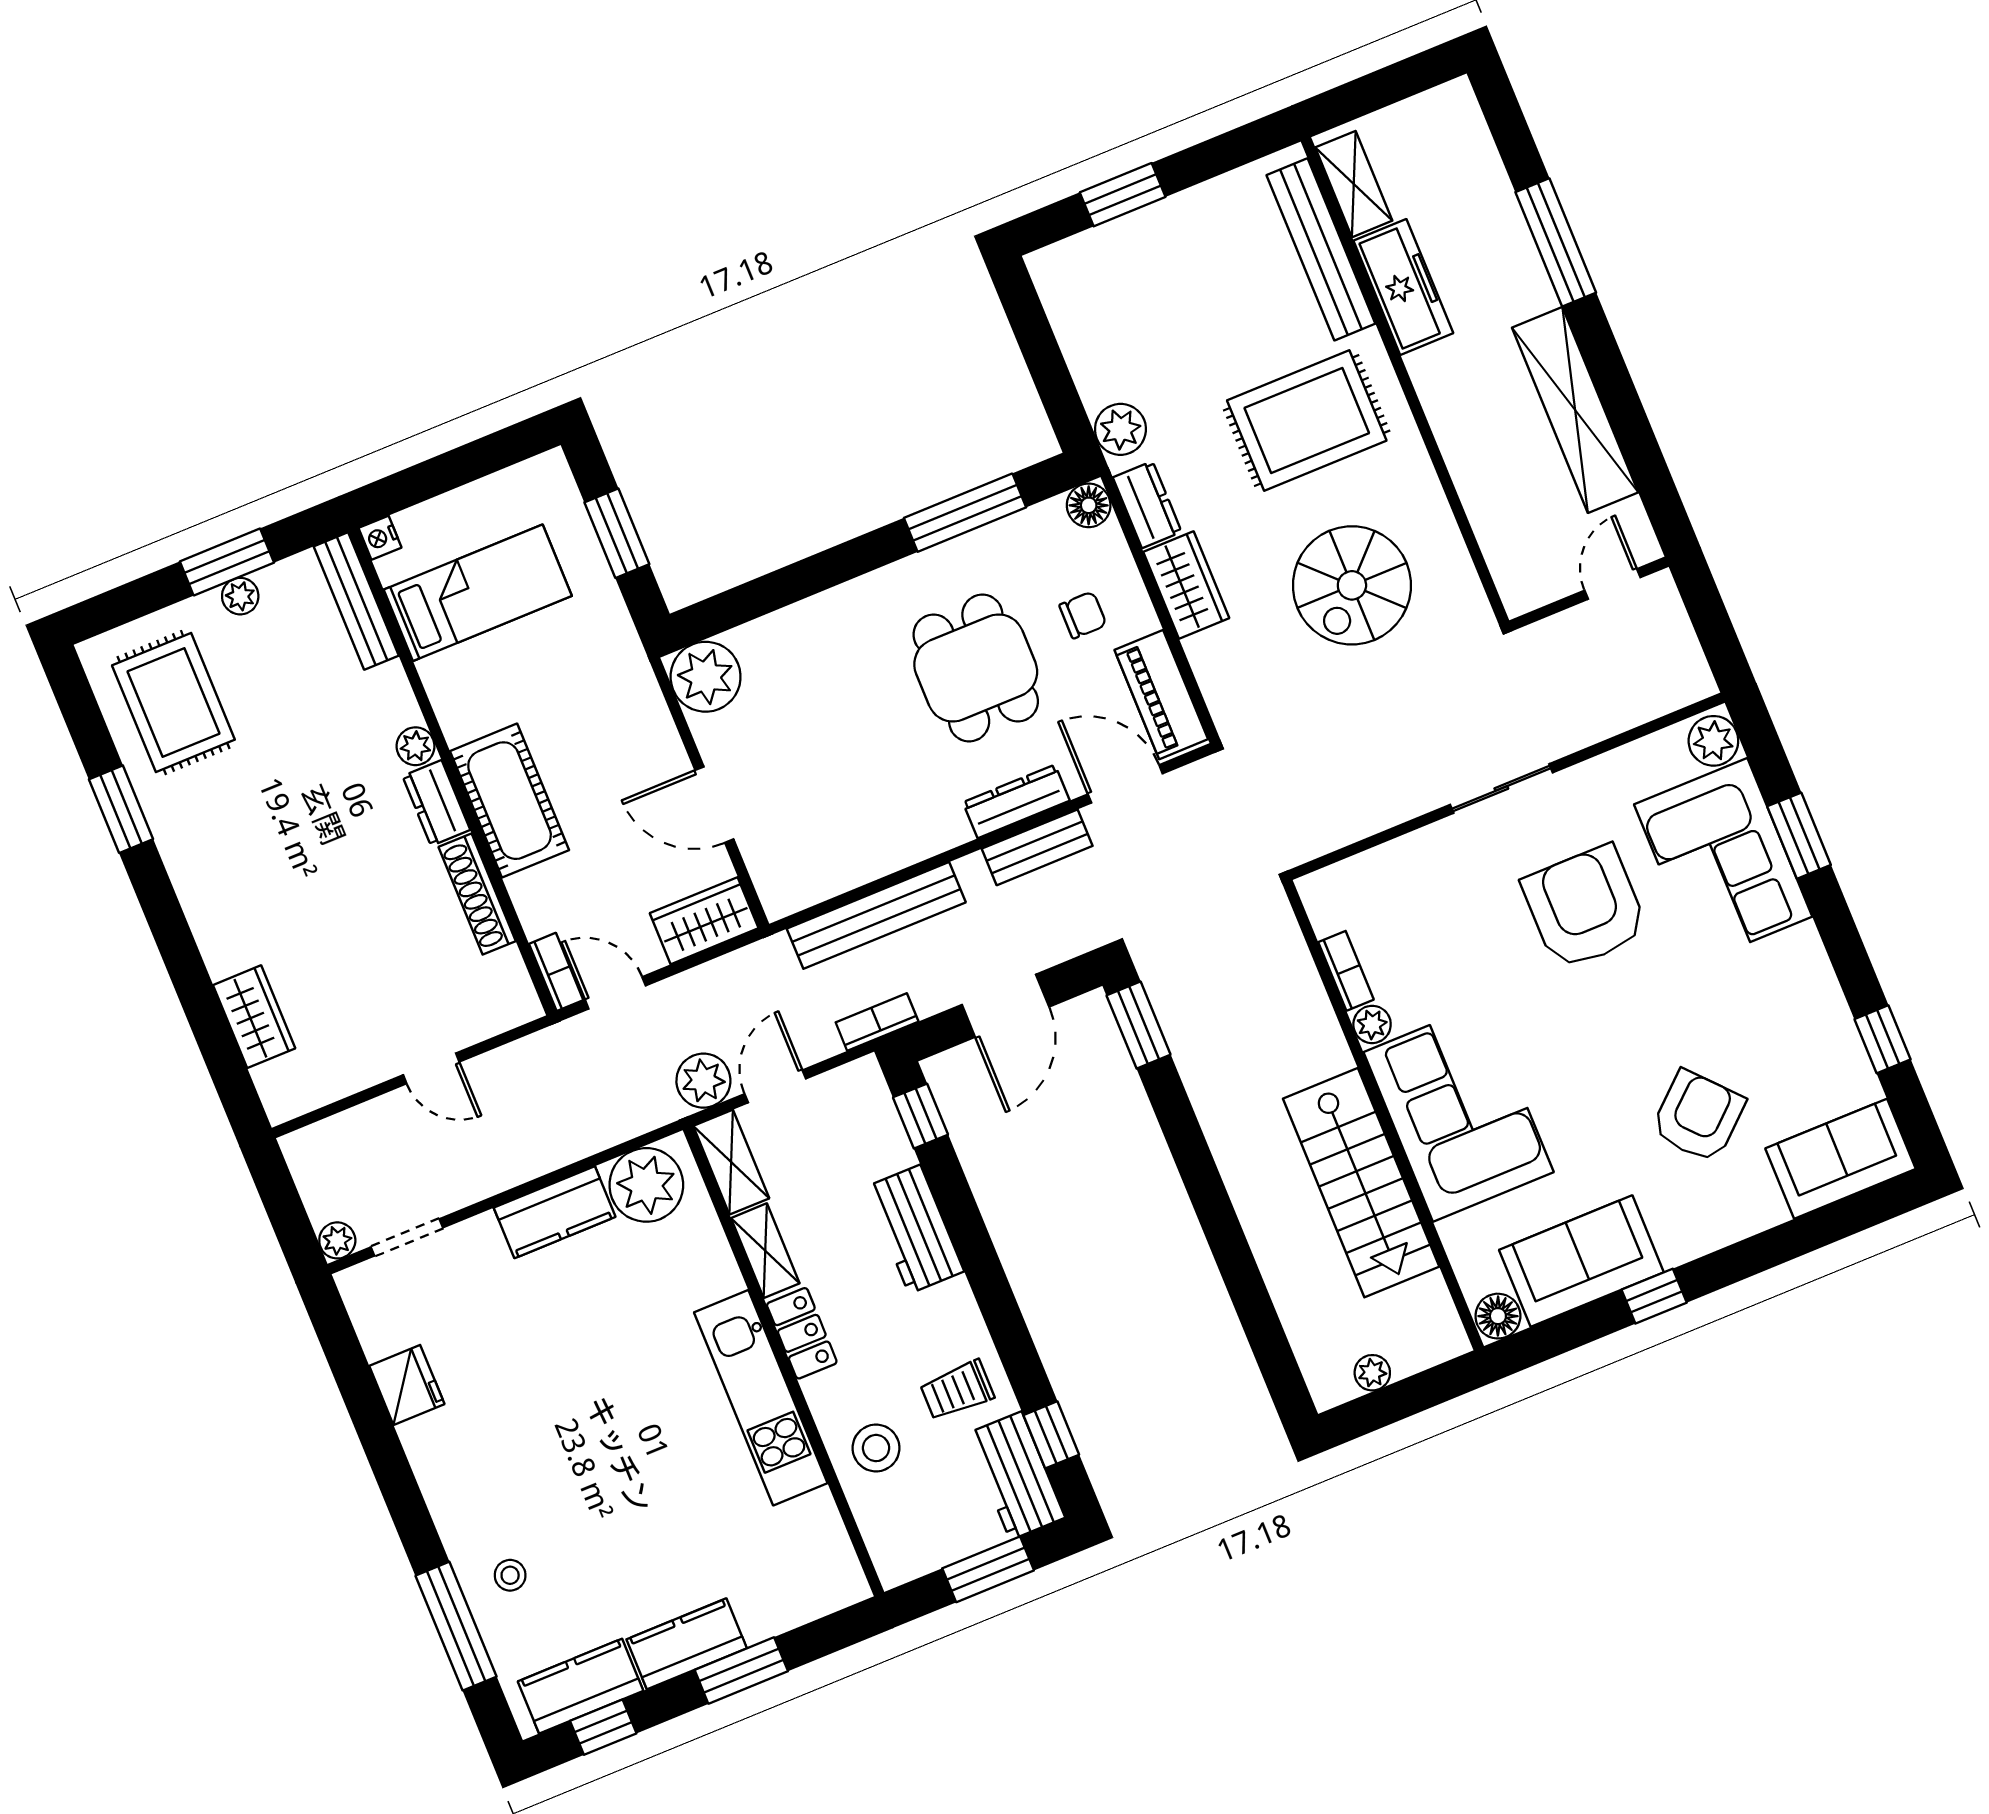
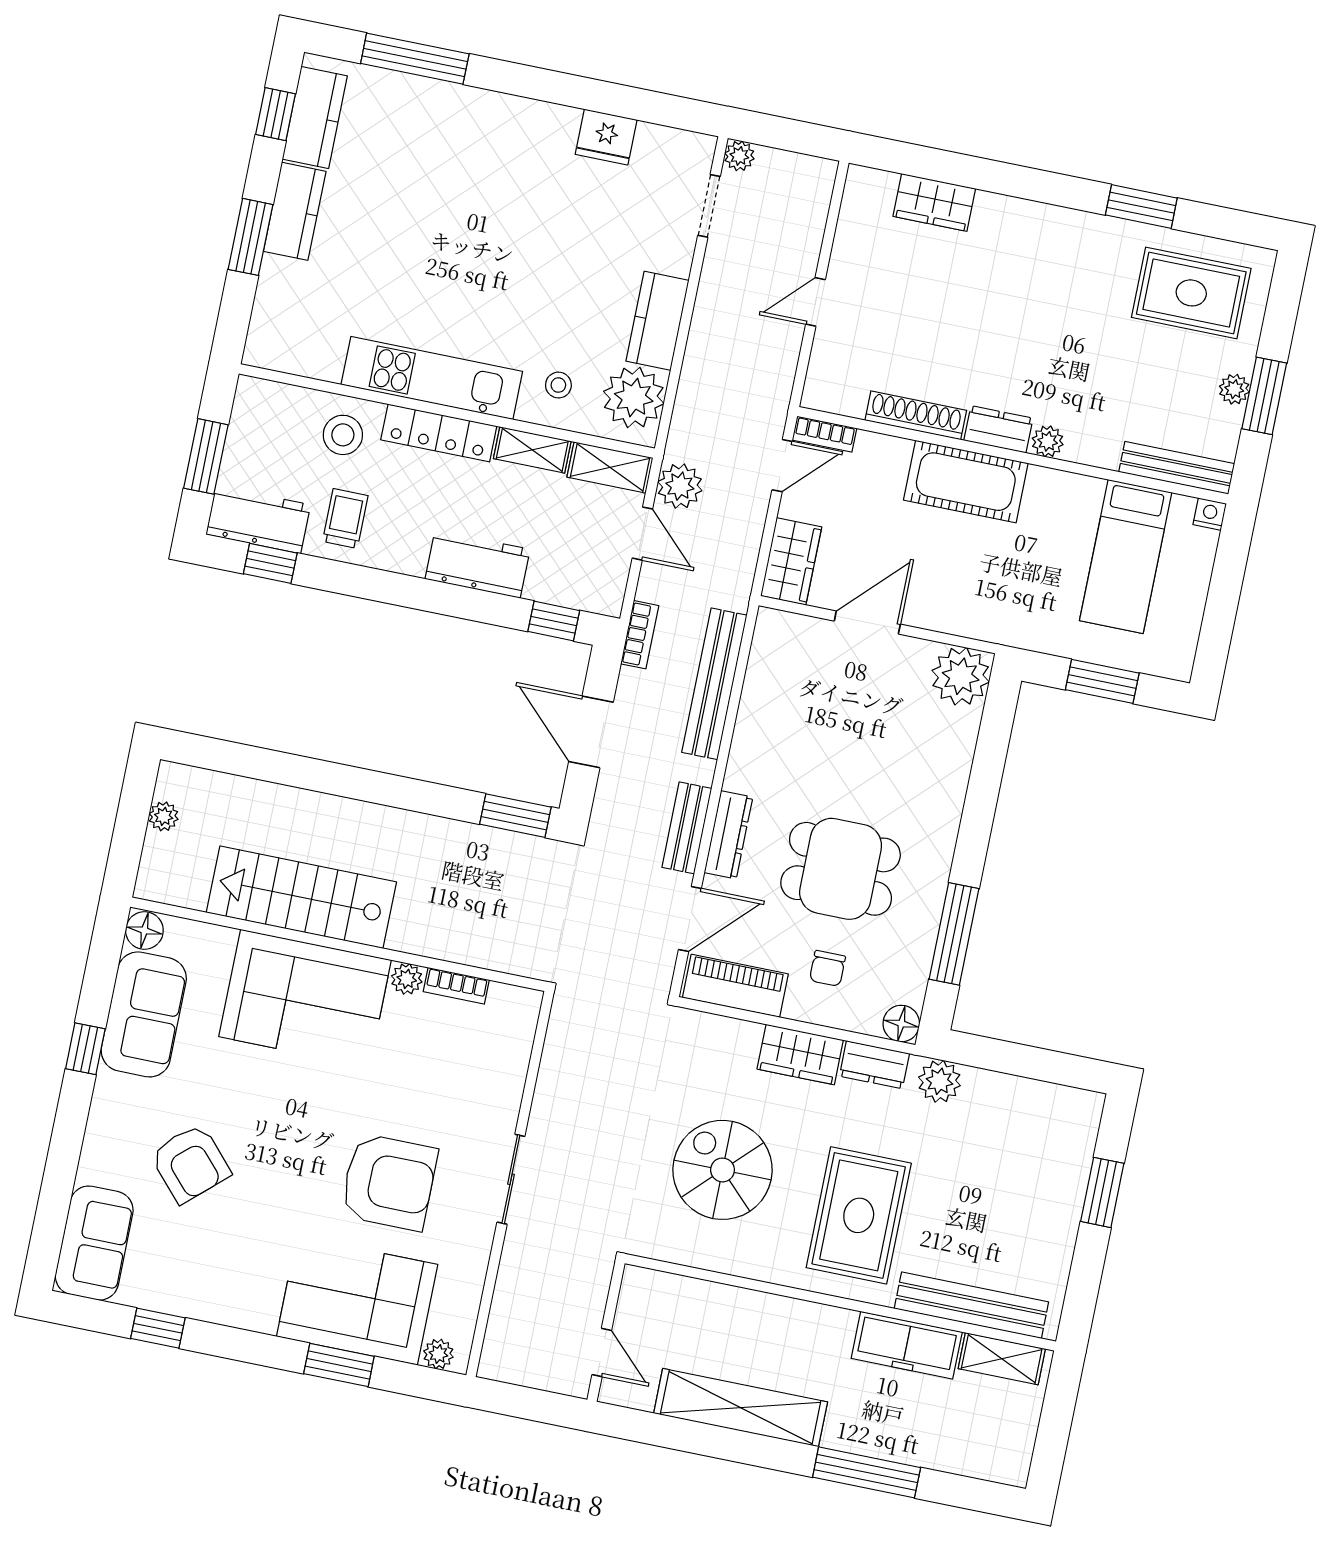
plant: (1713, 741) -> (438, 1354), width x0.73, depth x0.73
locker: (802, 1333) -> (439, 433), width x1.53
stool: (510, 1575) -> (558, 385), moved

